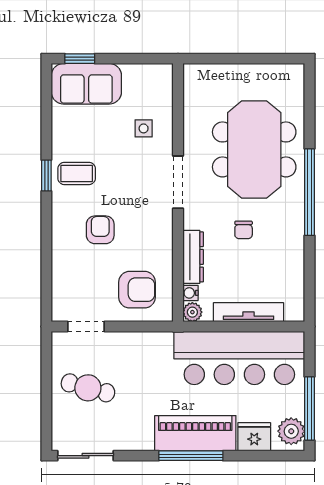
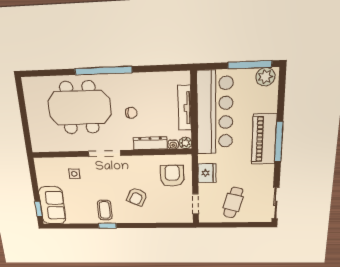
armchair: (100, 230) -> (137, 197), turned -63
fridge: (254, 437) -> (207, 173), moved, turned 180

